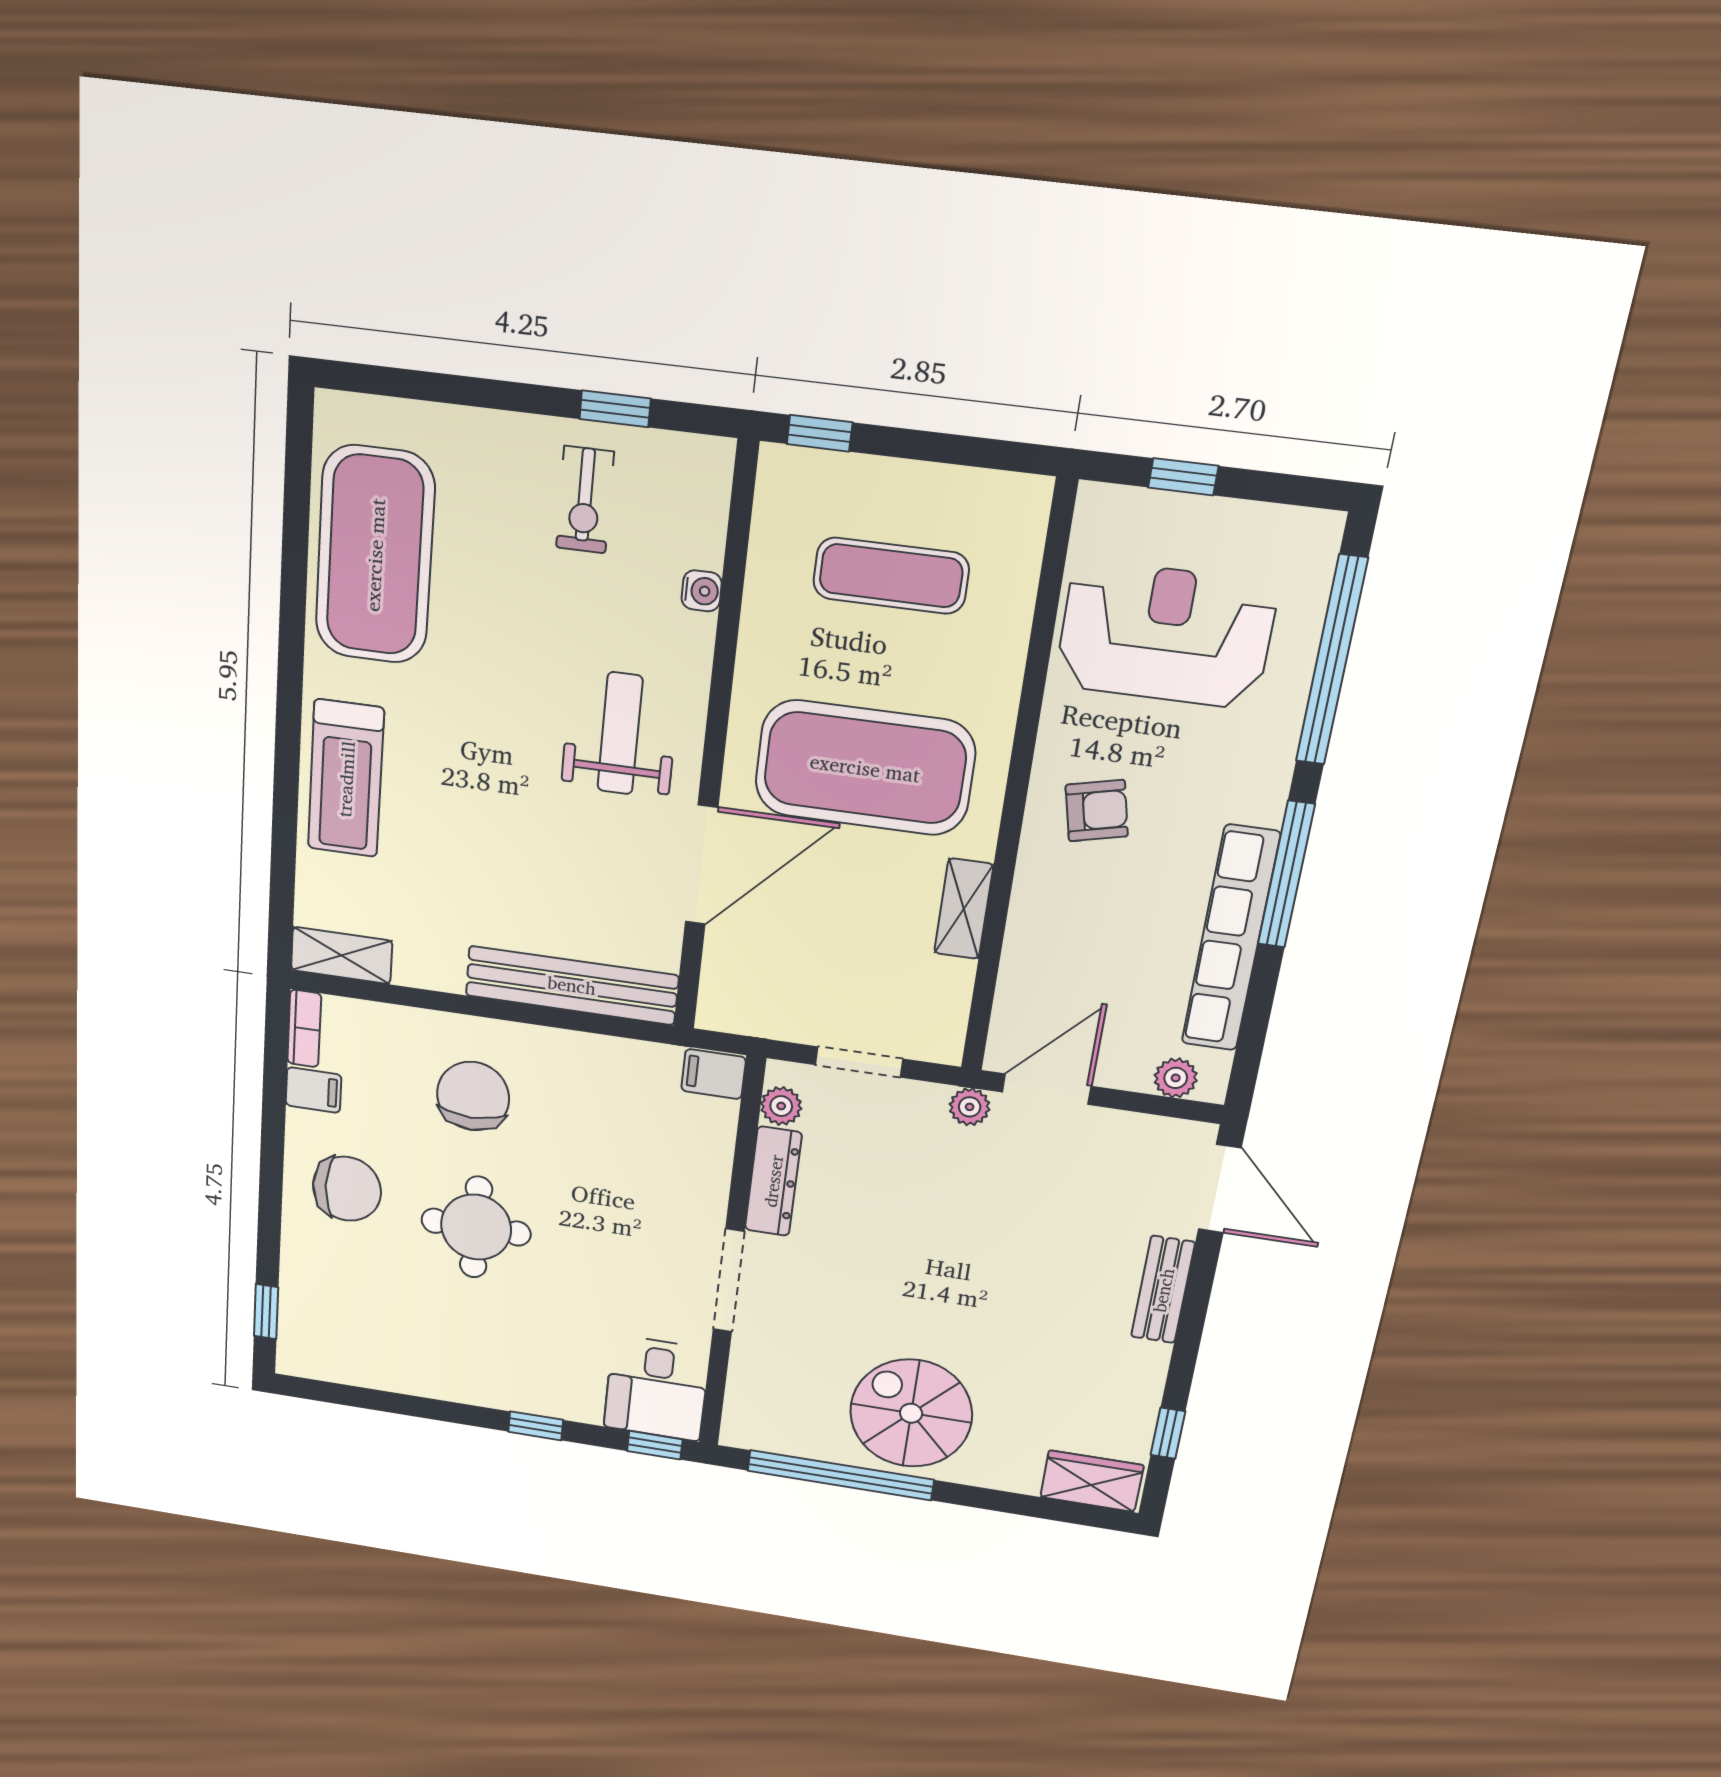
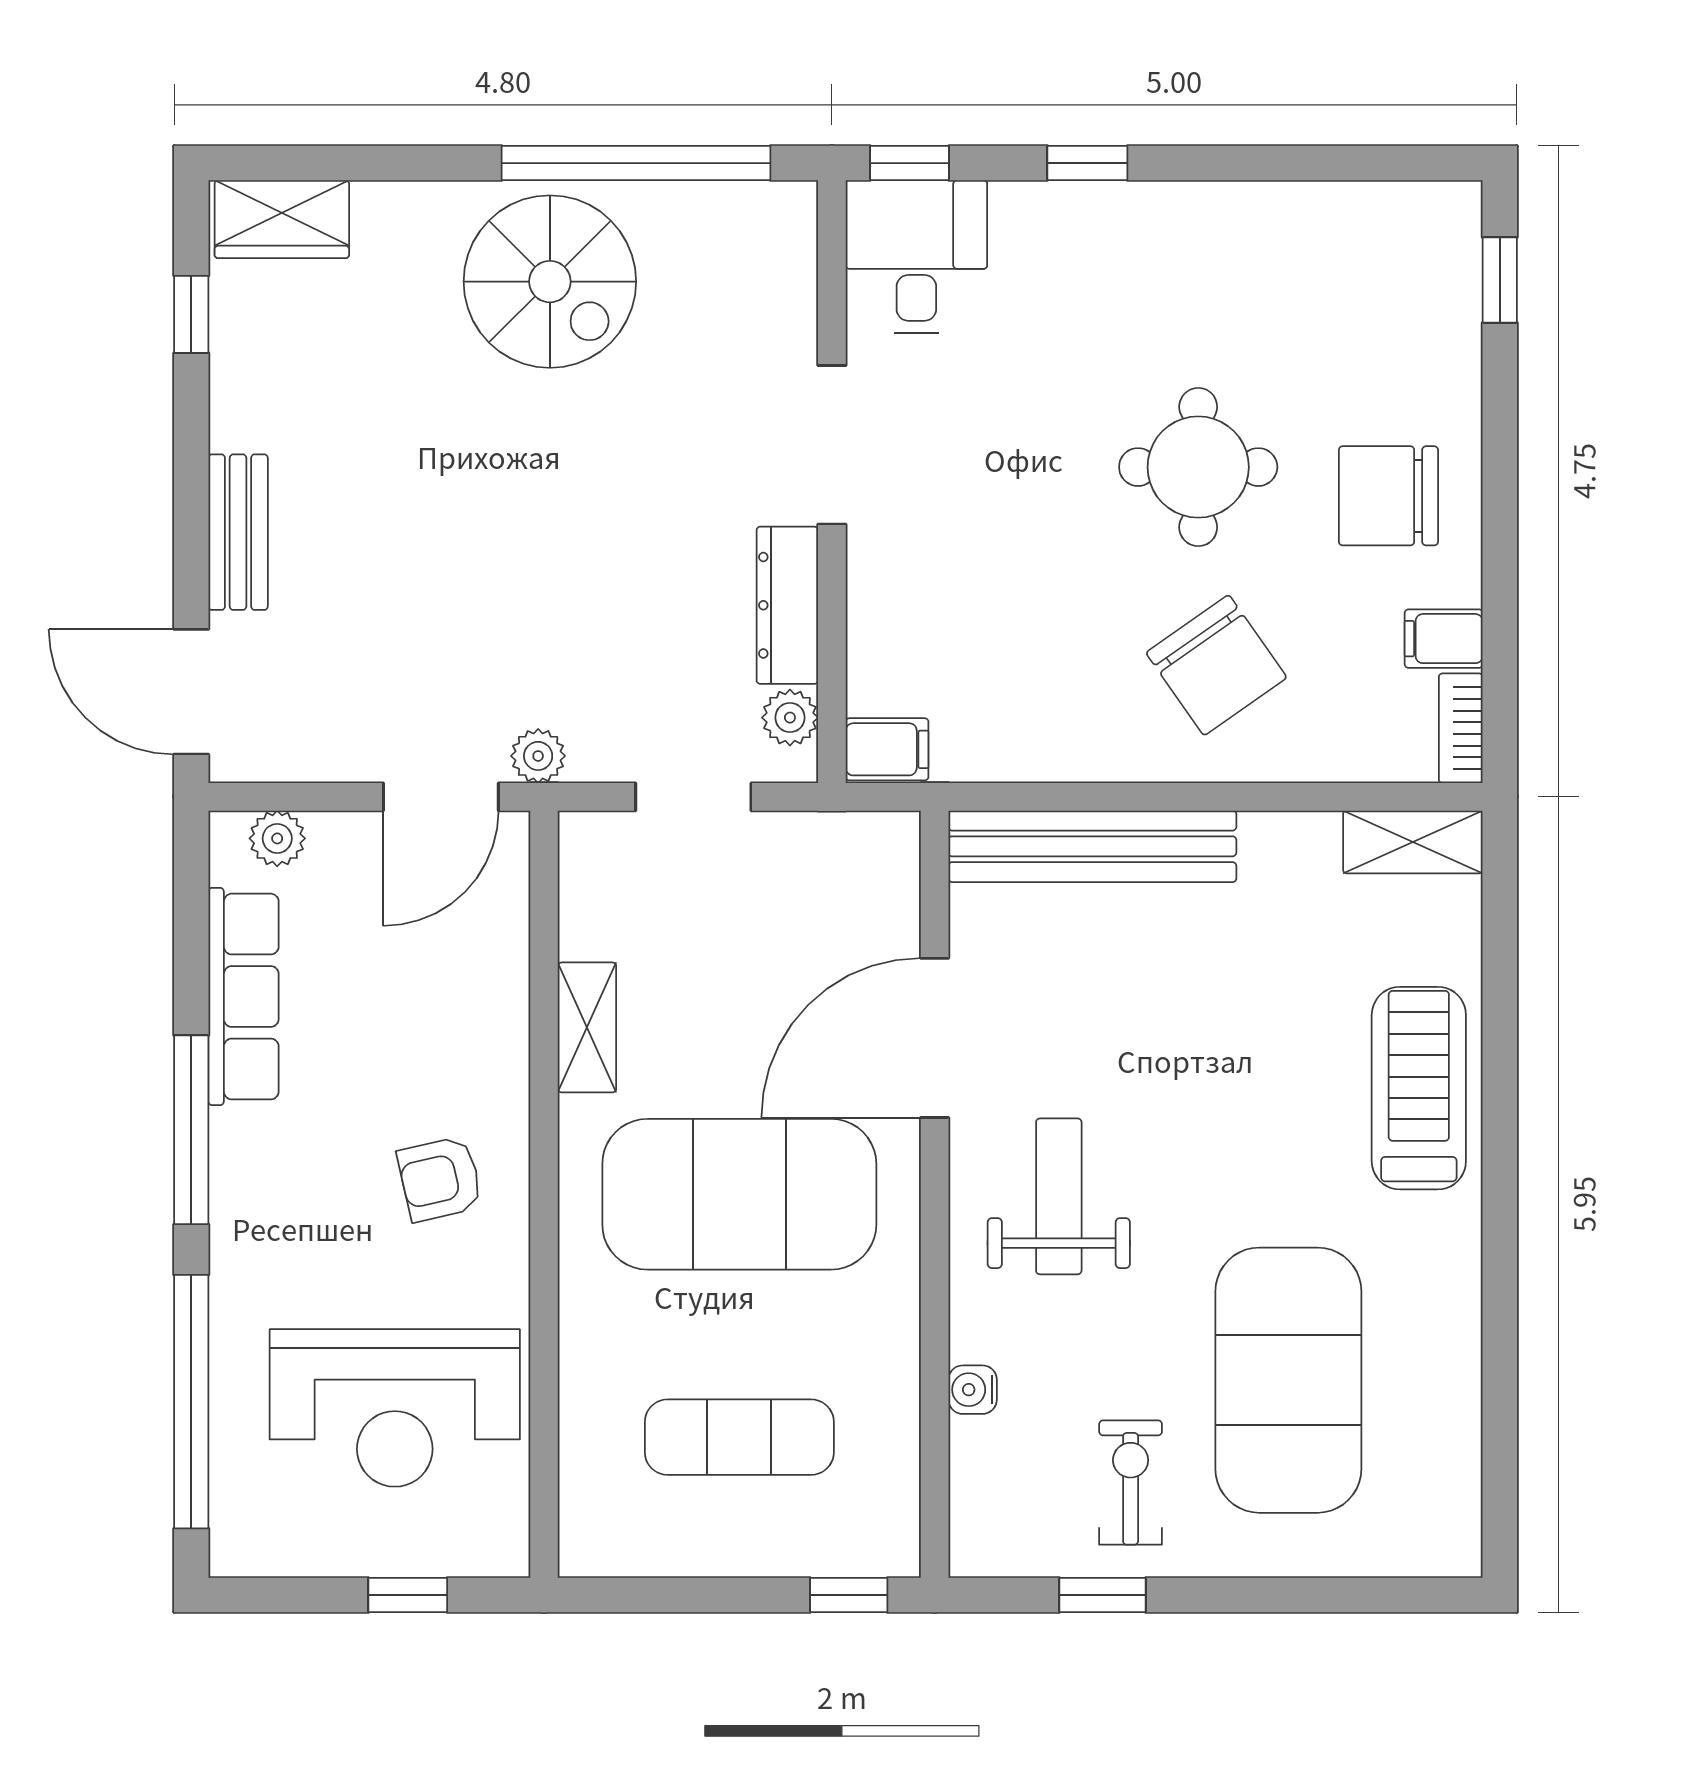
exercise mat: (375, 555) -> (1288, 1380), moved
weight bench: (620, 733) -> (1059, 1196), turned 180
row of seats: (1230, 939) -> (243, 997), width x0.73
chair: (473, 1096) -> (1216, 665), turned -35

